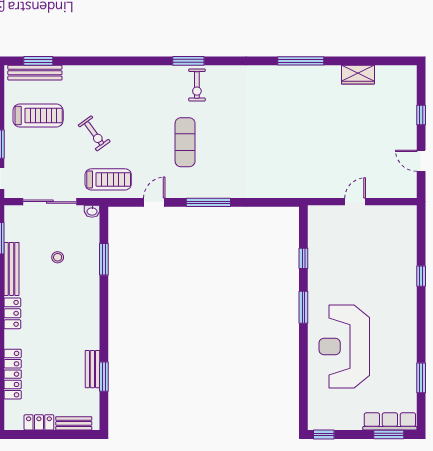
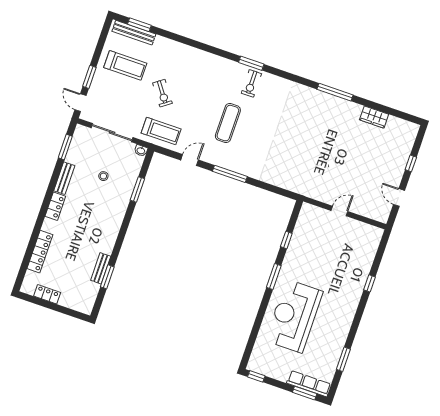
bench: (12, 269) -> (64, 178), width x0.73
bench: (74, 423) -> (73, 304), removed

